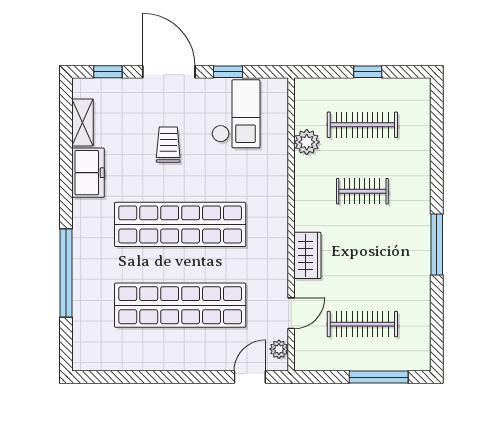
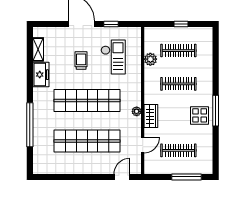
window: (108, 72) -> (51, 24), removed
checkout: (236, 114) -> (113, 57), moved
clothes rail: (362, 191) -> (178, 84), width x1.36
display table: (405, 254) -> (200, 115), added
plant: (279, 349) -> (137, 111), moved

